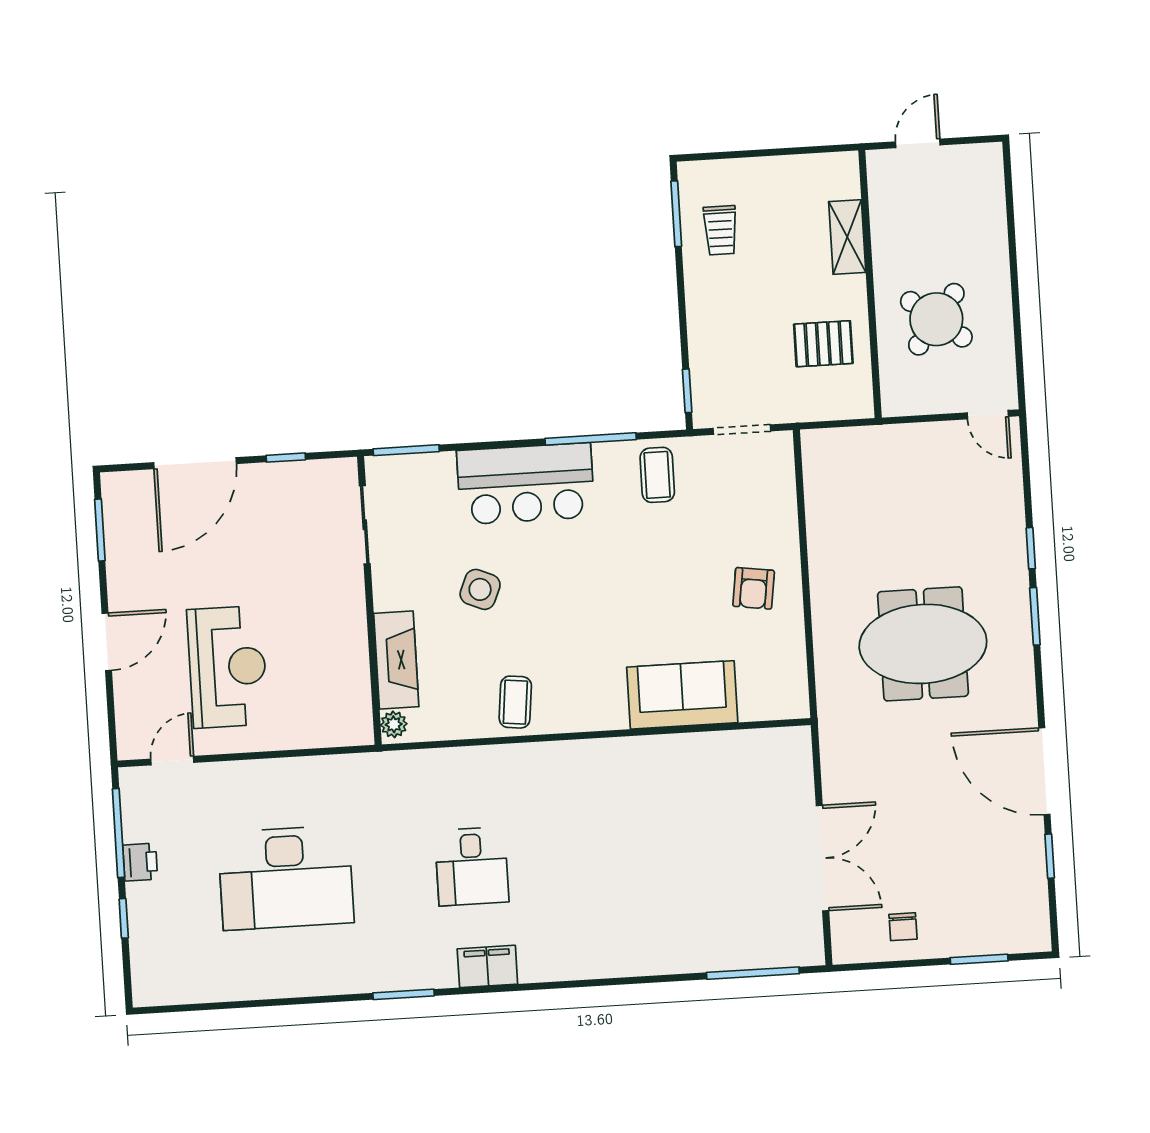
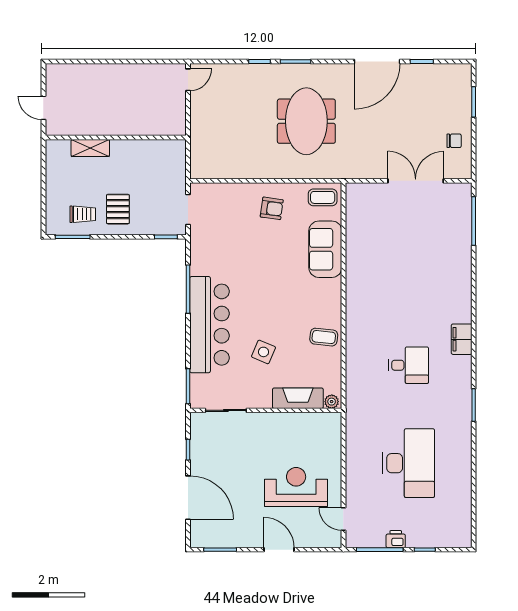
round table: (936, 319) -> (136, 104), removed
pallet: (823, 344) -> (118, 209), moved
coffee table: (657, 475) -> (323, 197), moved
bar counter: (526, 484) -> (209, 325), width x1.36
filing cabinet: (487, 966) -> (462, 339), moved

